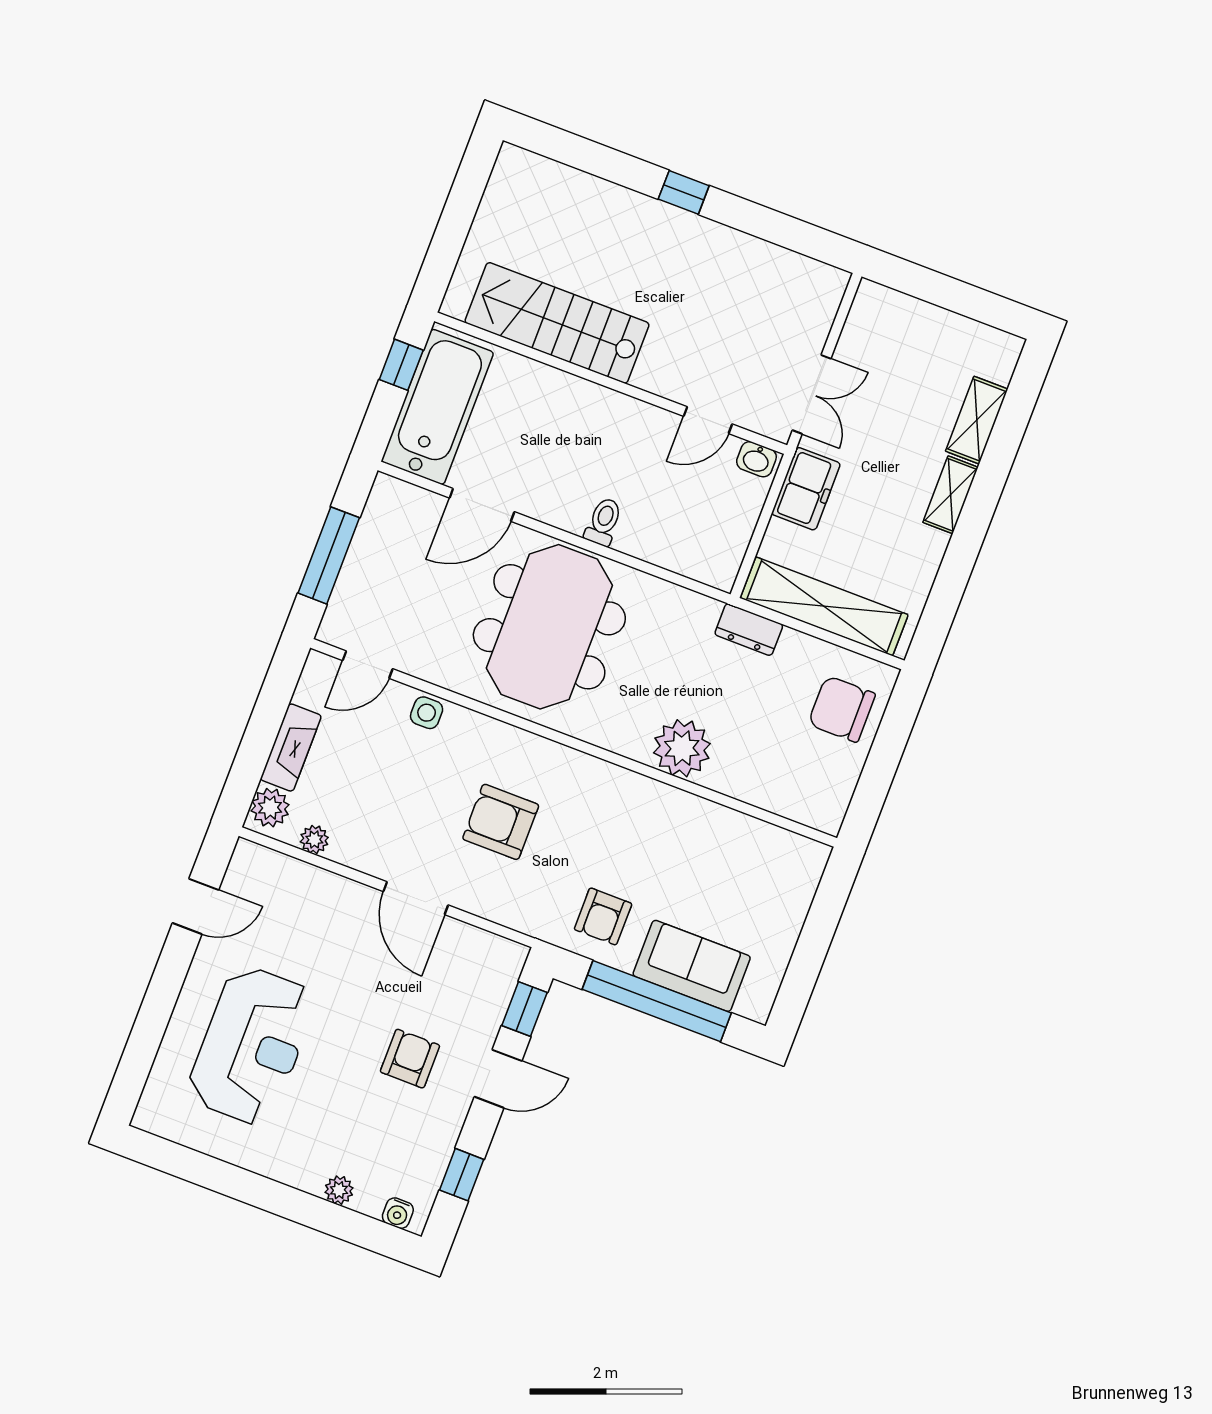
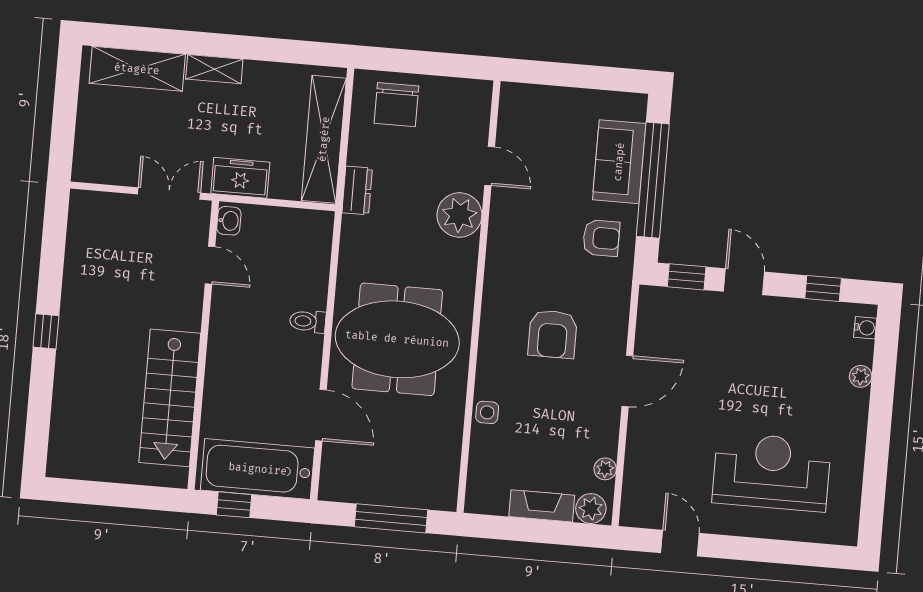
shelving: (977, 420) -> (137, 69), width x1.50, depth x1.33
door: (368, 665) -> (490, 166), moved
armchair: (410, 1059) -> (748, 351), removed

